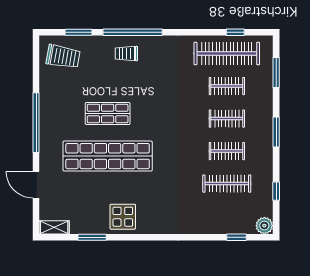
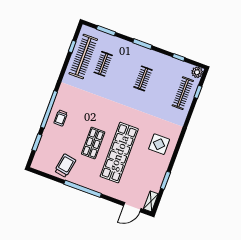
trolley: (63, 57) -> (65, 166), moved
clothes rail: (227, 119) -> (123, 71), removed
clothes rail: (227, 184) -> (183, 93), moved
door: (36, 185) -> (132, 207), moved
display table: (123, 217) -> (159, 144), moved

